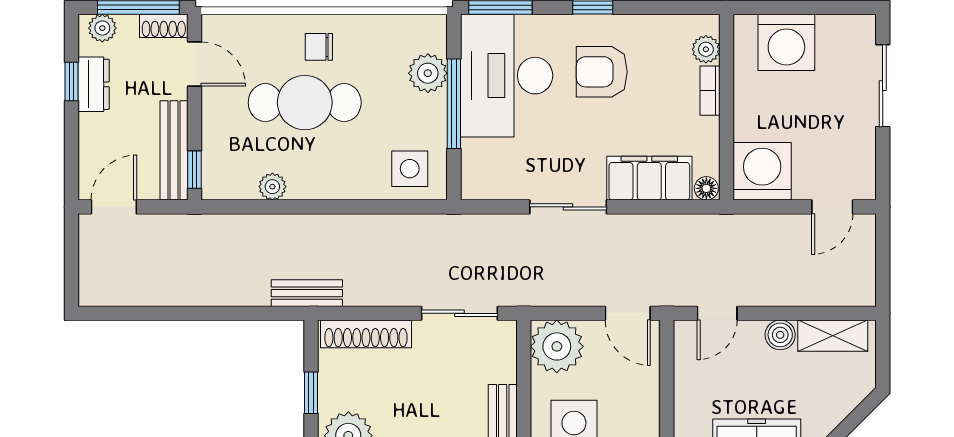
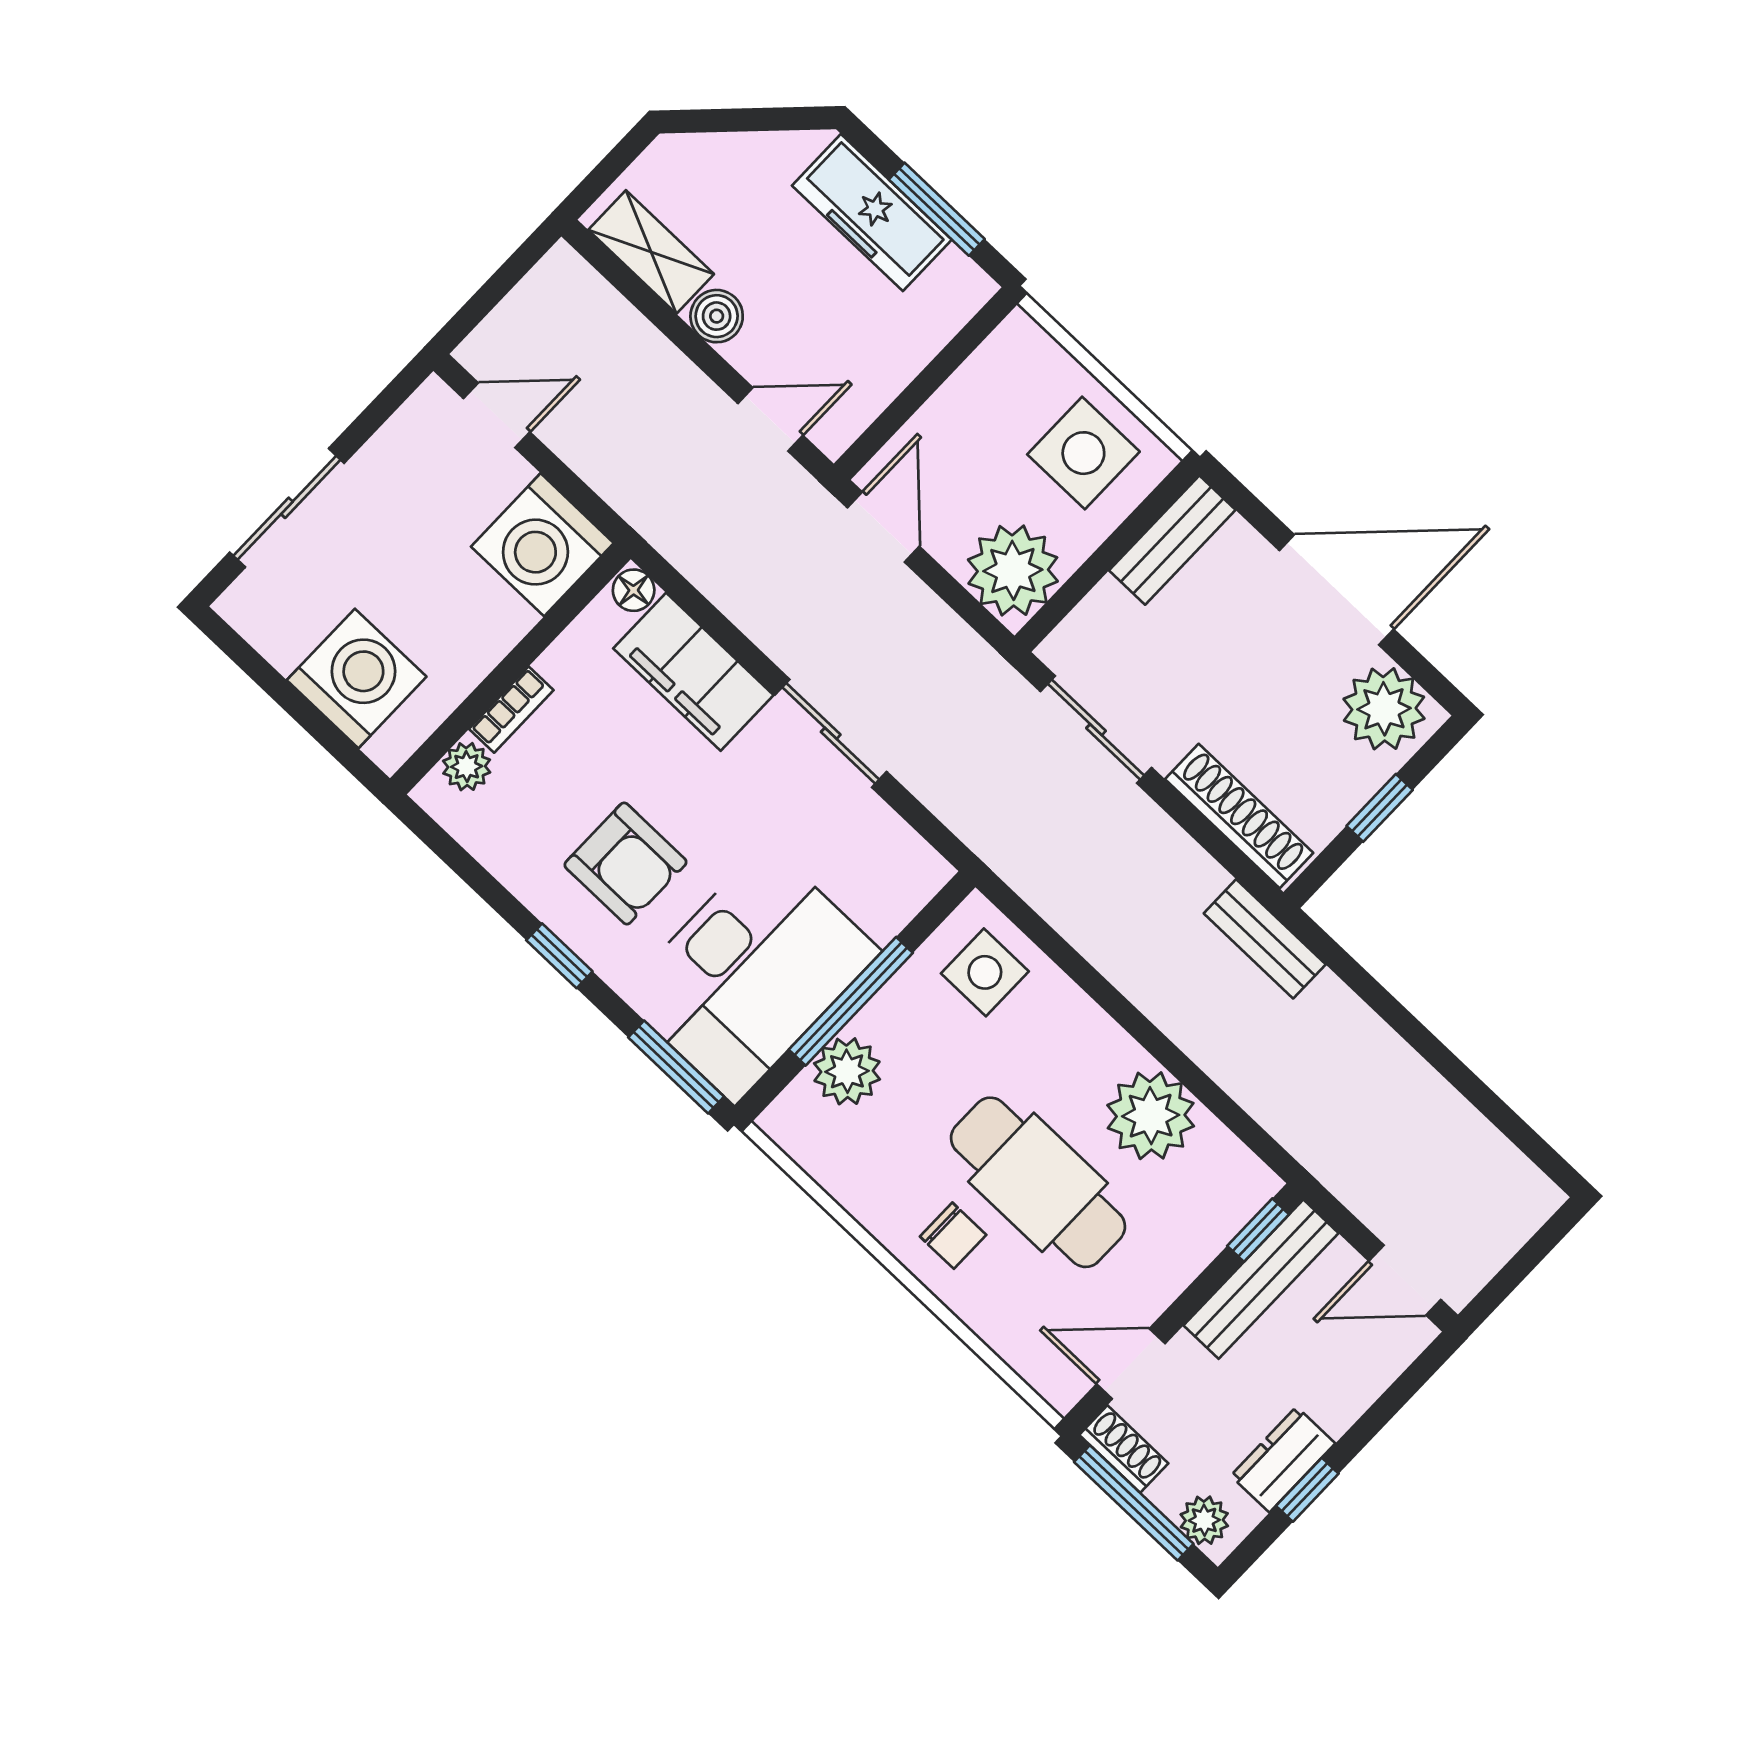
door: (195, 64) -> (1131, 1364), hinge flipped
plant: (272, 187) -> (1151, 1116), width x1.87, depth x1.87

